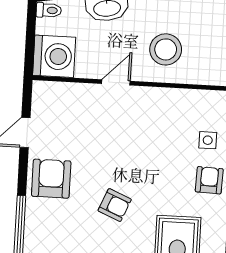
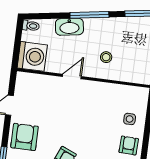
stool: (166, 49) -> (106, 57), width x0.53, depth x0.53

